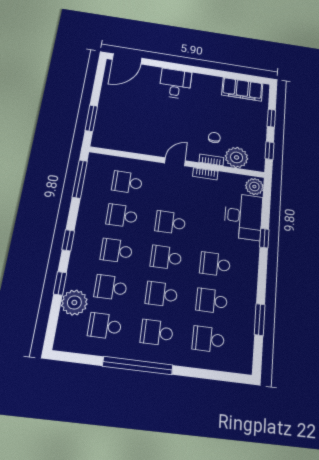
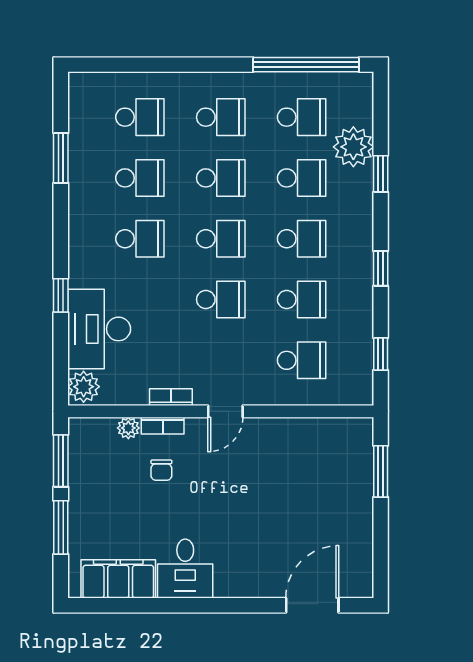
door: (127, 59) -> (312, 605), moved
desk: (175, 84) -> (185, 569), moved
window: (271, 118) -> (61, 527), width x1.50
window: (269, 151) -> (61, 461), width x1.50
plant: (237, 157) -> (128, 428), width x0.53, depth x0.53
window: (80, 179) -> (381, 354), width x0.46
window: (68, 240) -> (381, 268), moved
window: (138, 366) -> (306, 65), moved

